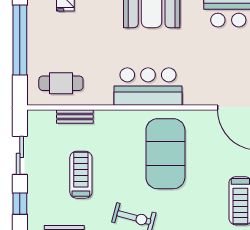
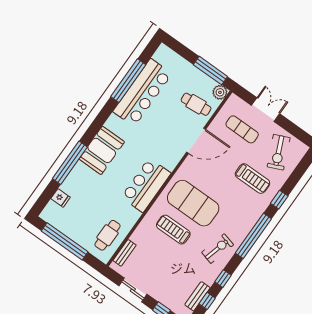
bench: (75, 116) -> (125, 253), moved
treadmill: (81, 175) -> (173, 230), moved

